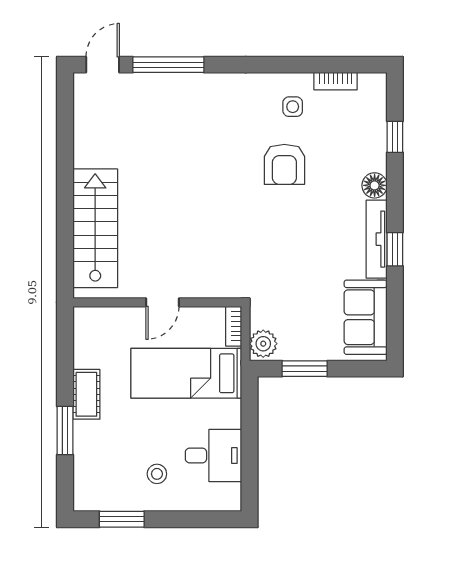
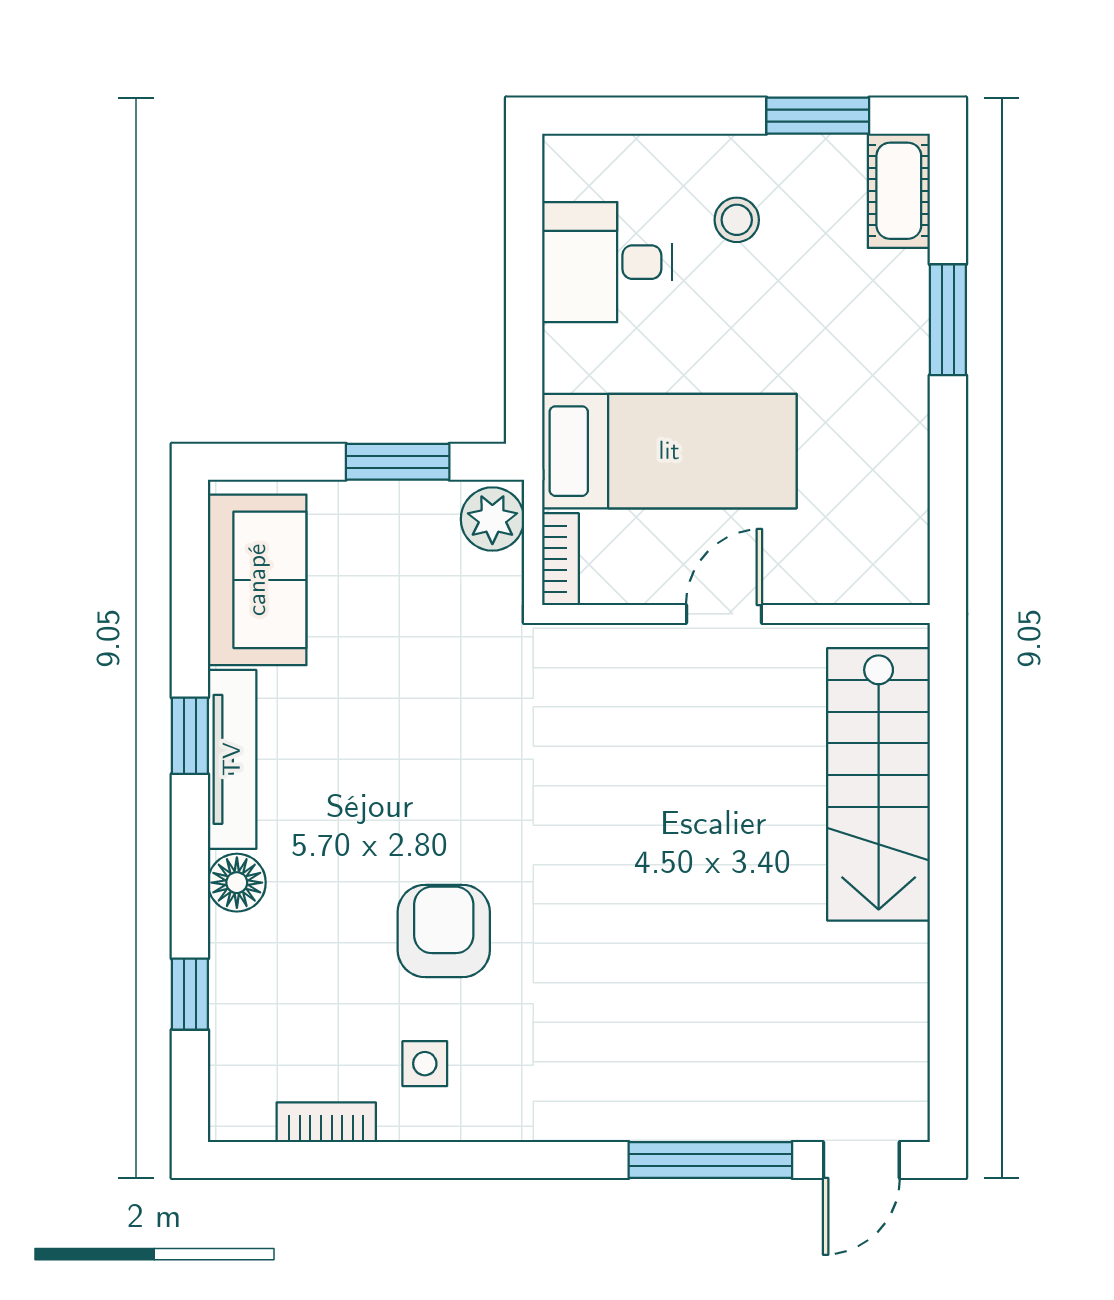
cot: (86, 394) -> (899, 191), moved

